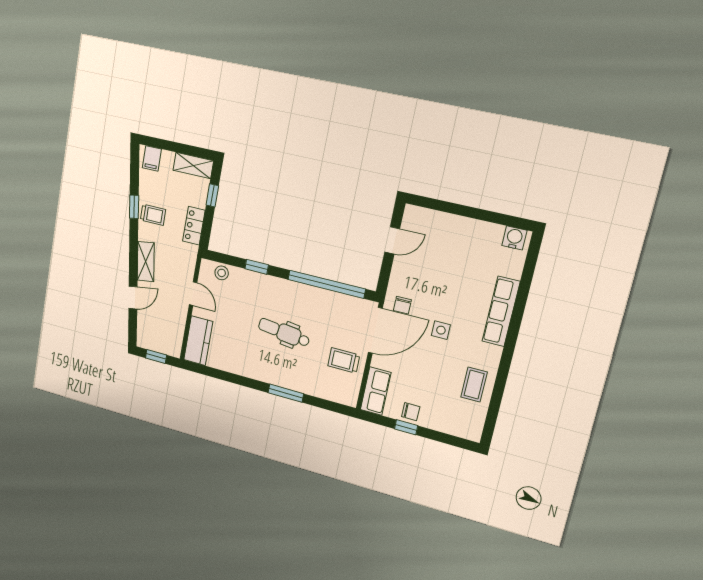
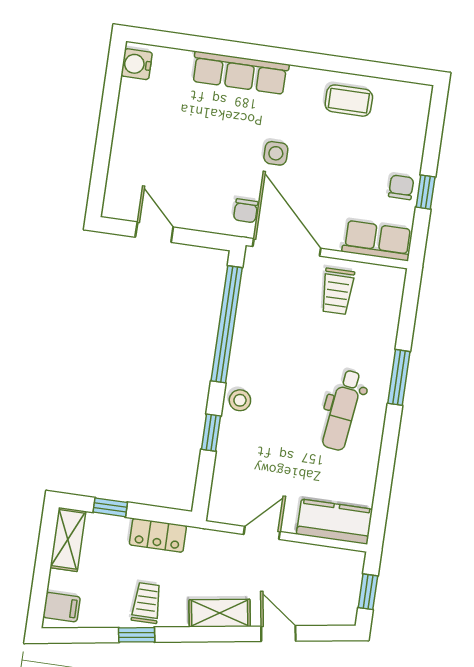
stool: (222, 273) -> (240, 400), moved
chair: (402, 305) -> (246, 211), turned 90
dental chair: (284, 333) -> (343, 410), moved

